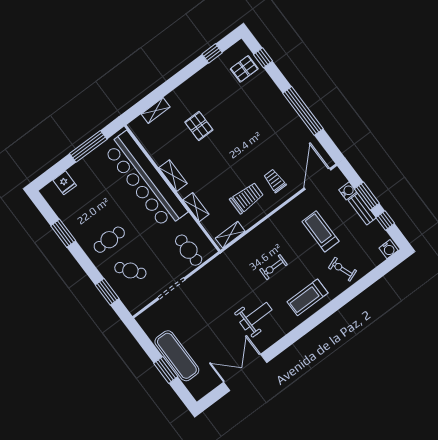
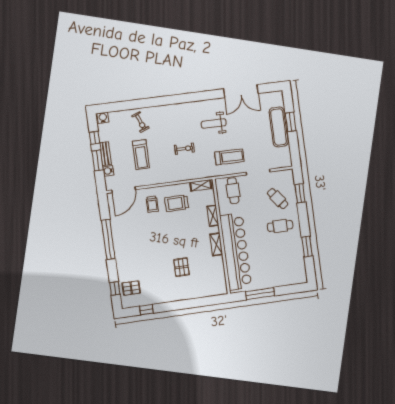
shelving: (156, 110) -> (204, 293), removed
fridge: (65, 183) -> (288, 278), removed
treadmill: (307, 297) -> (229, 157), moved

